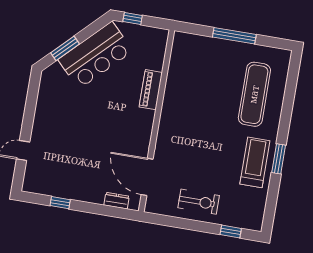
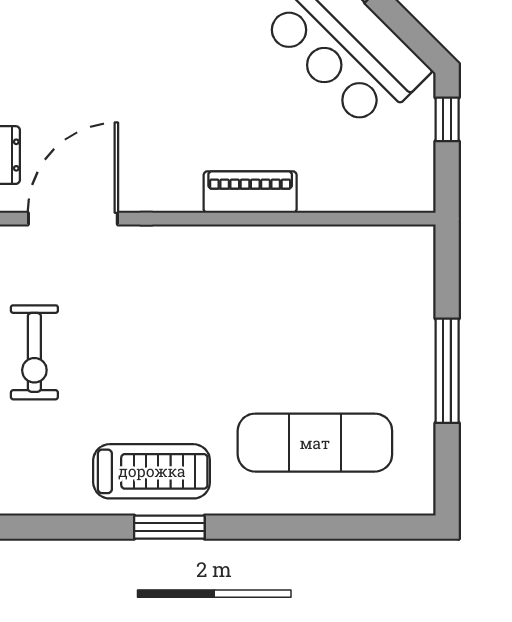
piano: (151, 90) -> (250, 192), moved

